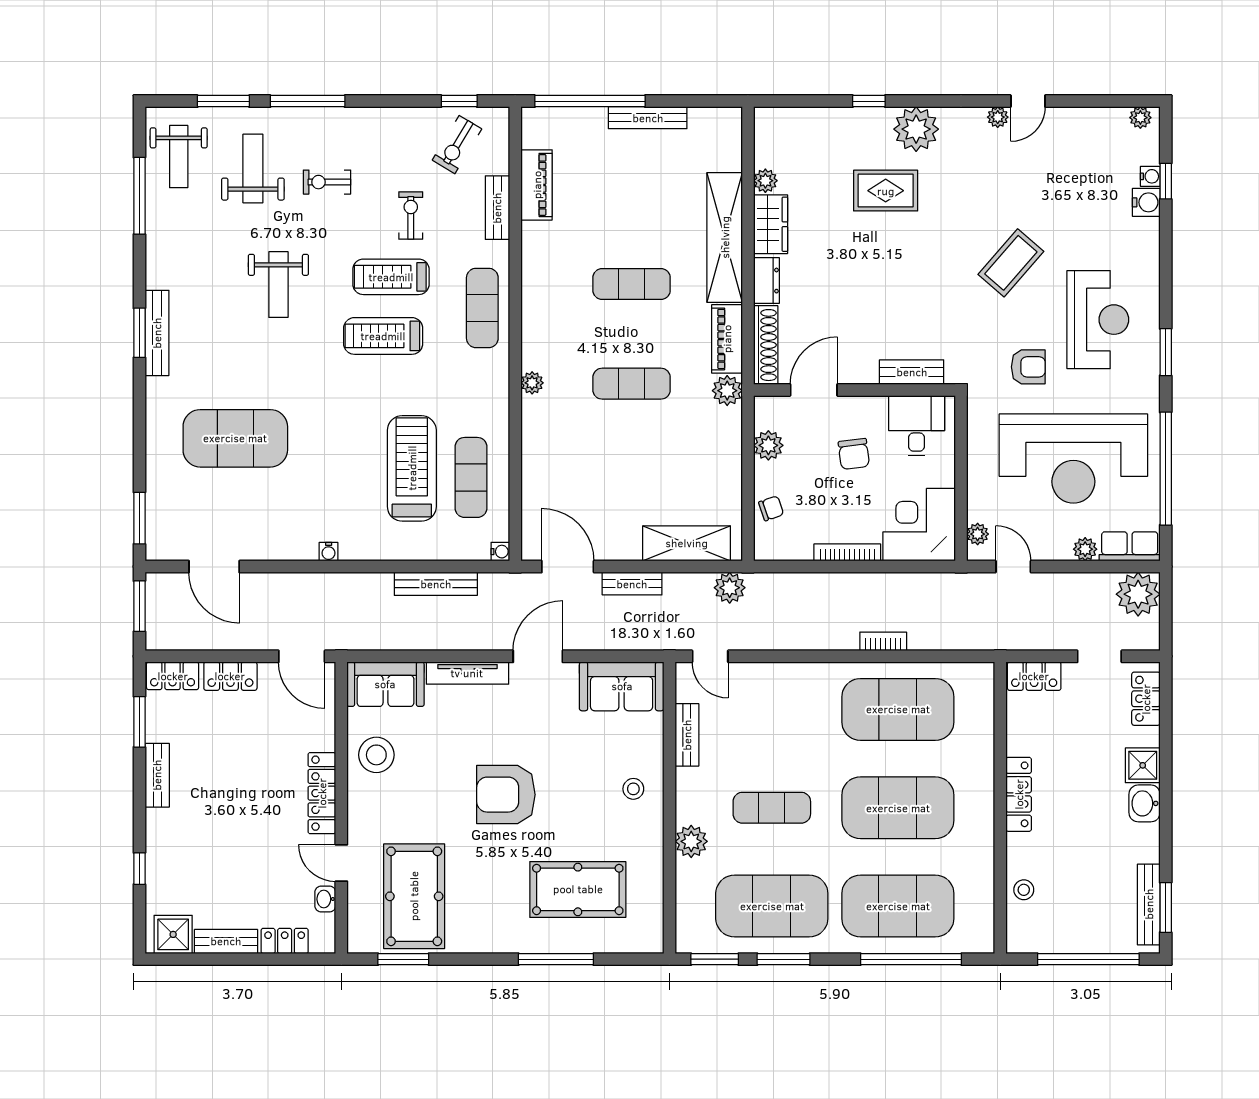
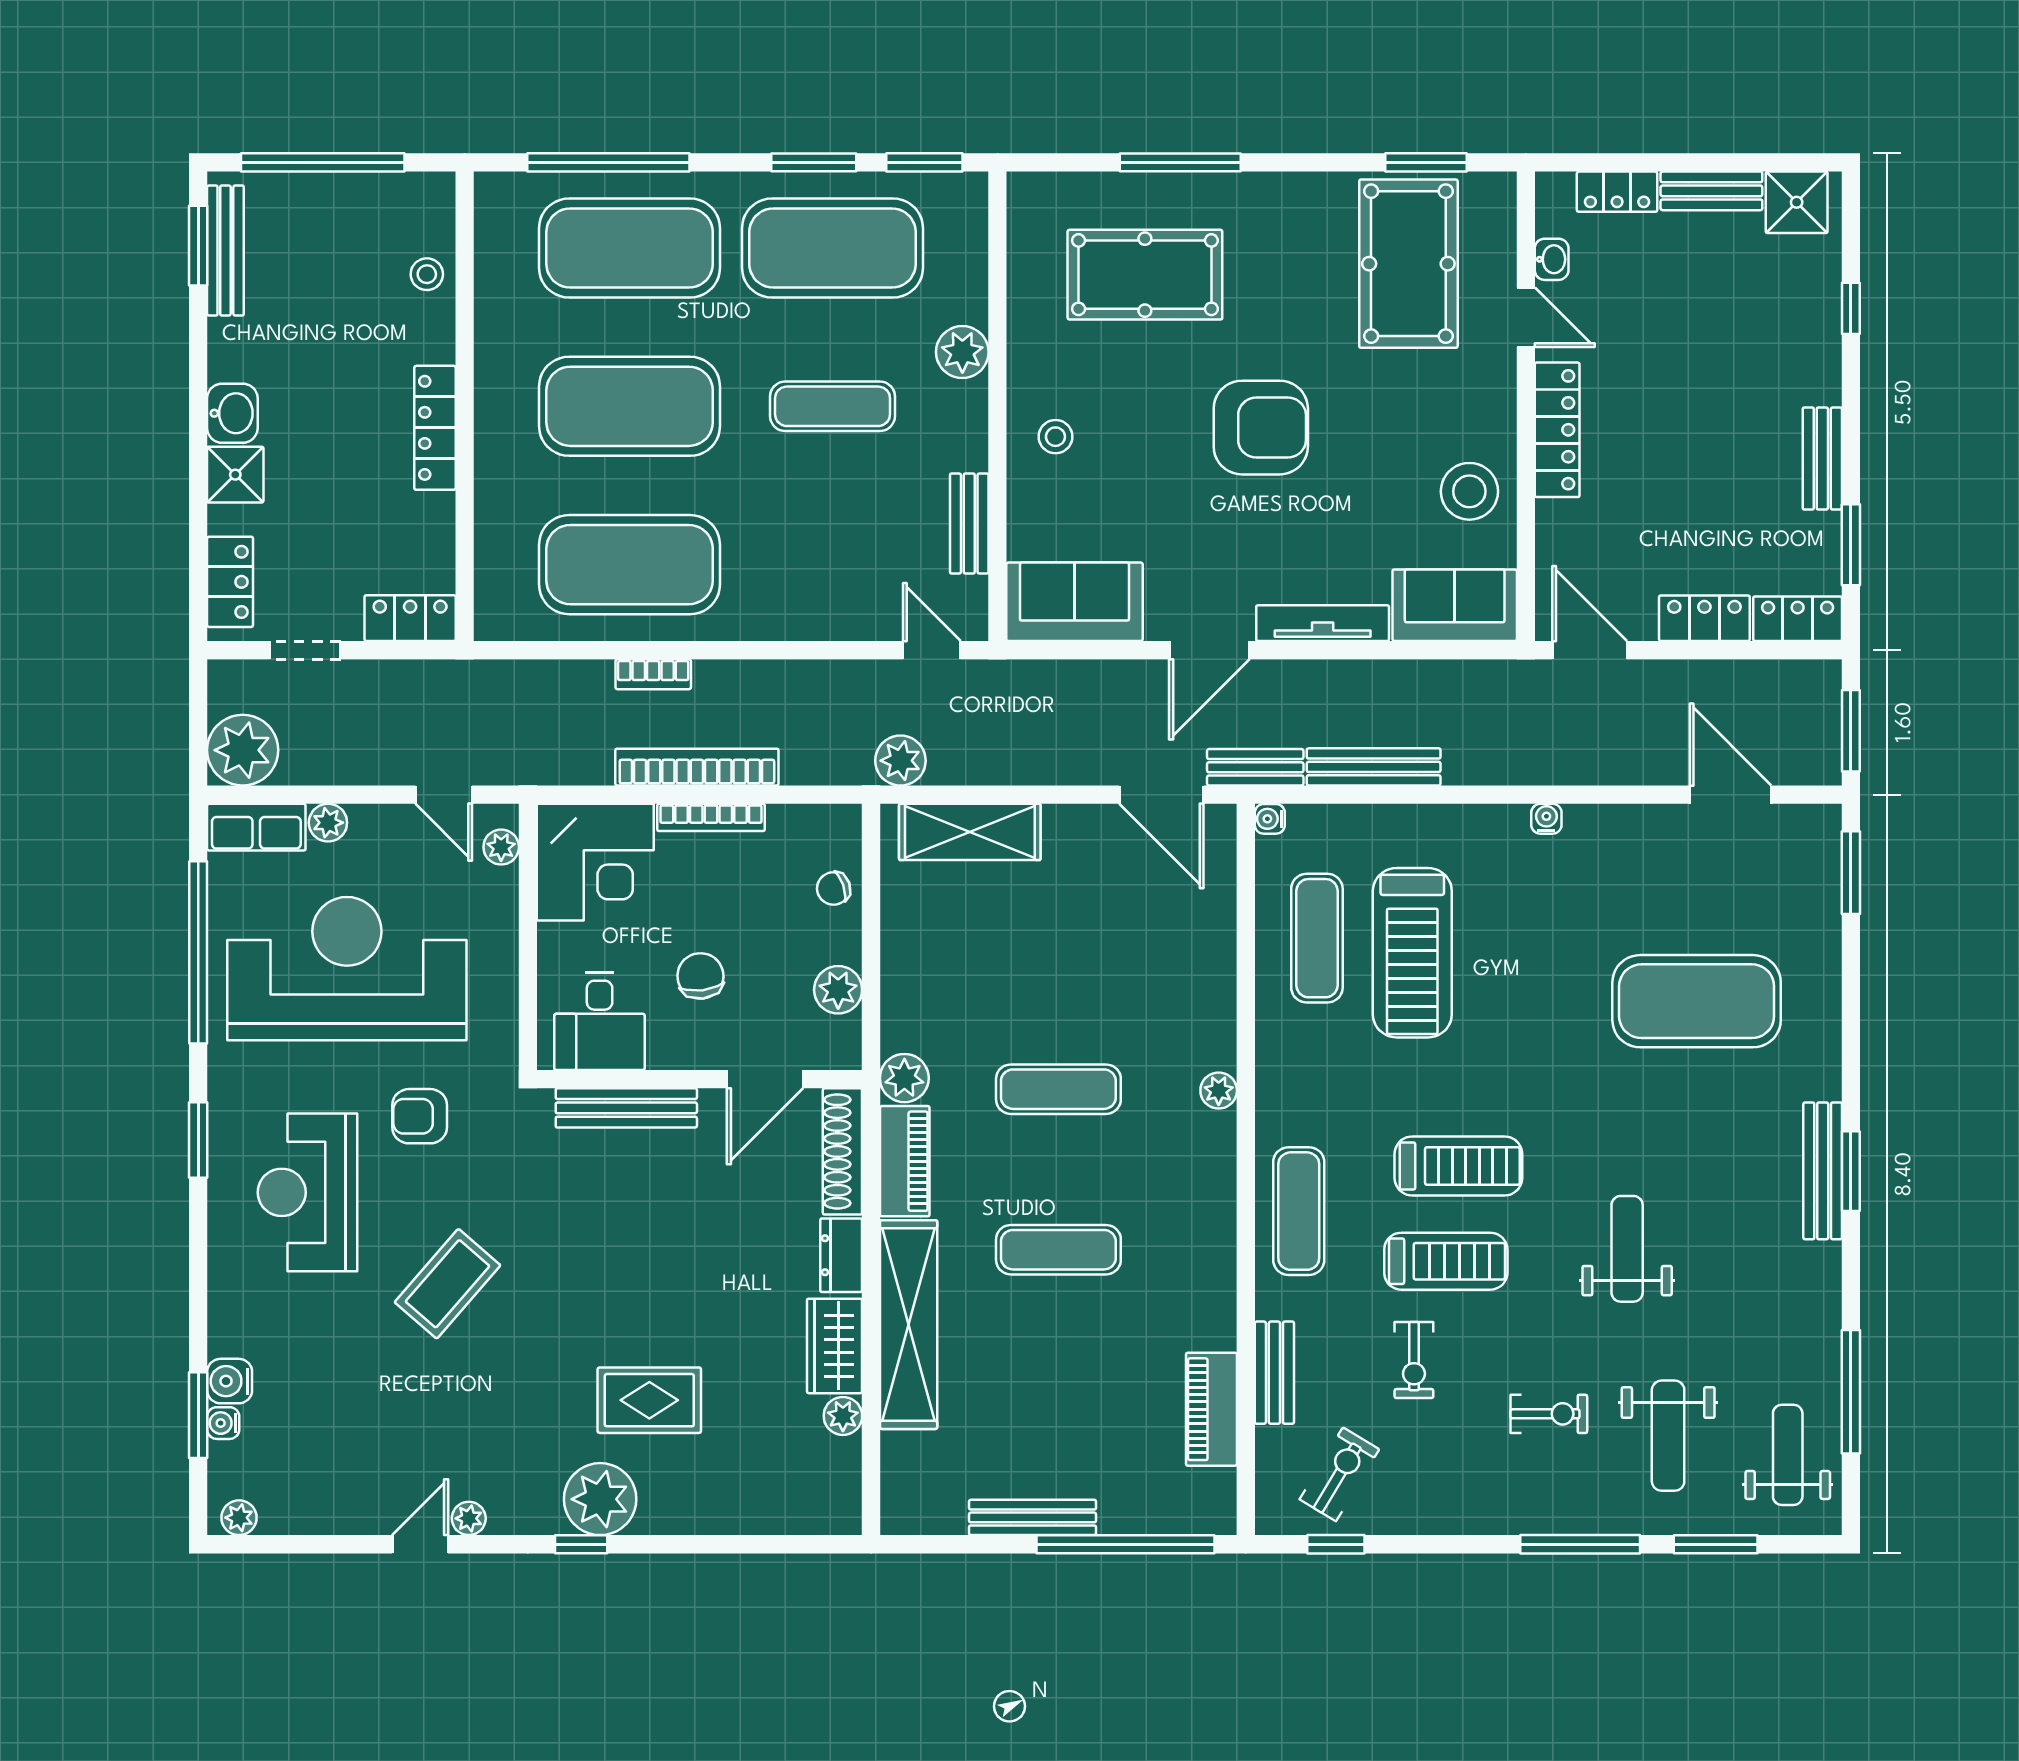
window: (869, 101) -> (581, 1544), moved
window: (1166, 181) -> (198, 1415), width x1.50
bench: (912, 372) -> (626, 1108), width x1.36
bench: (632, 584) -> (1255, 767), moved
bookcase: (856, 584) -> (697, 767), added

